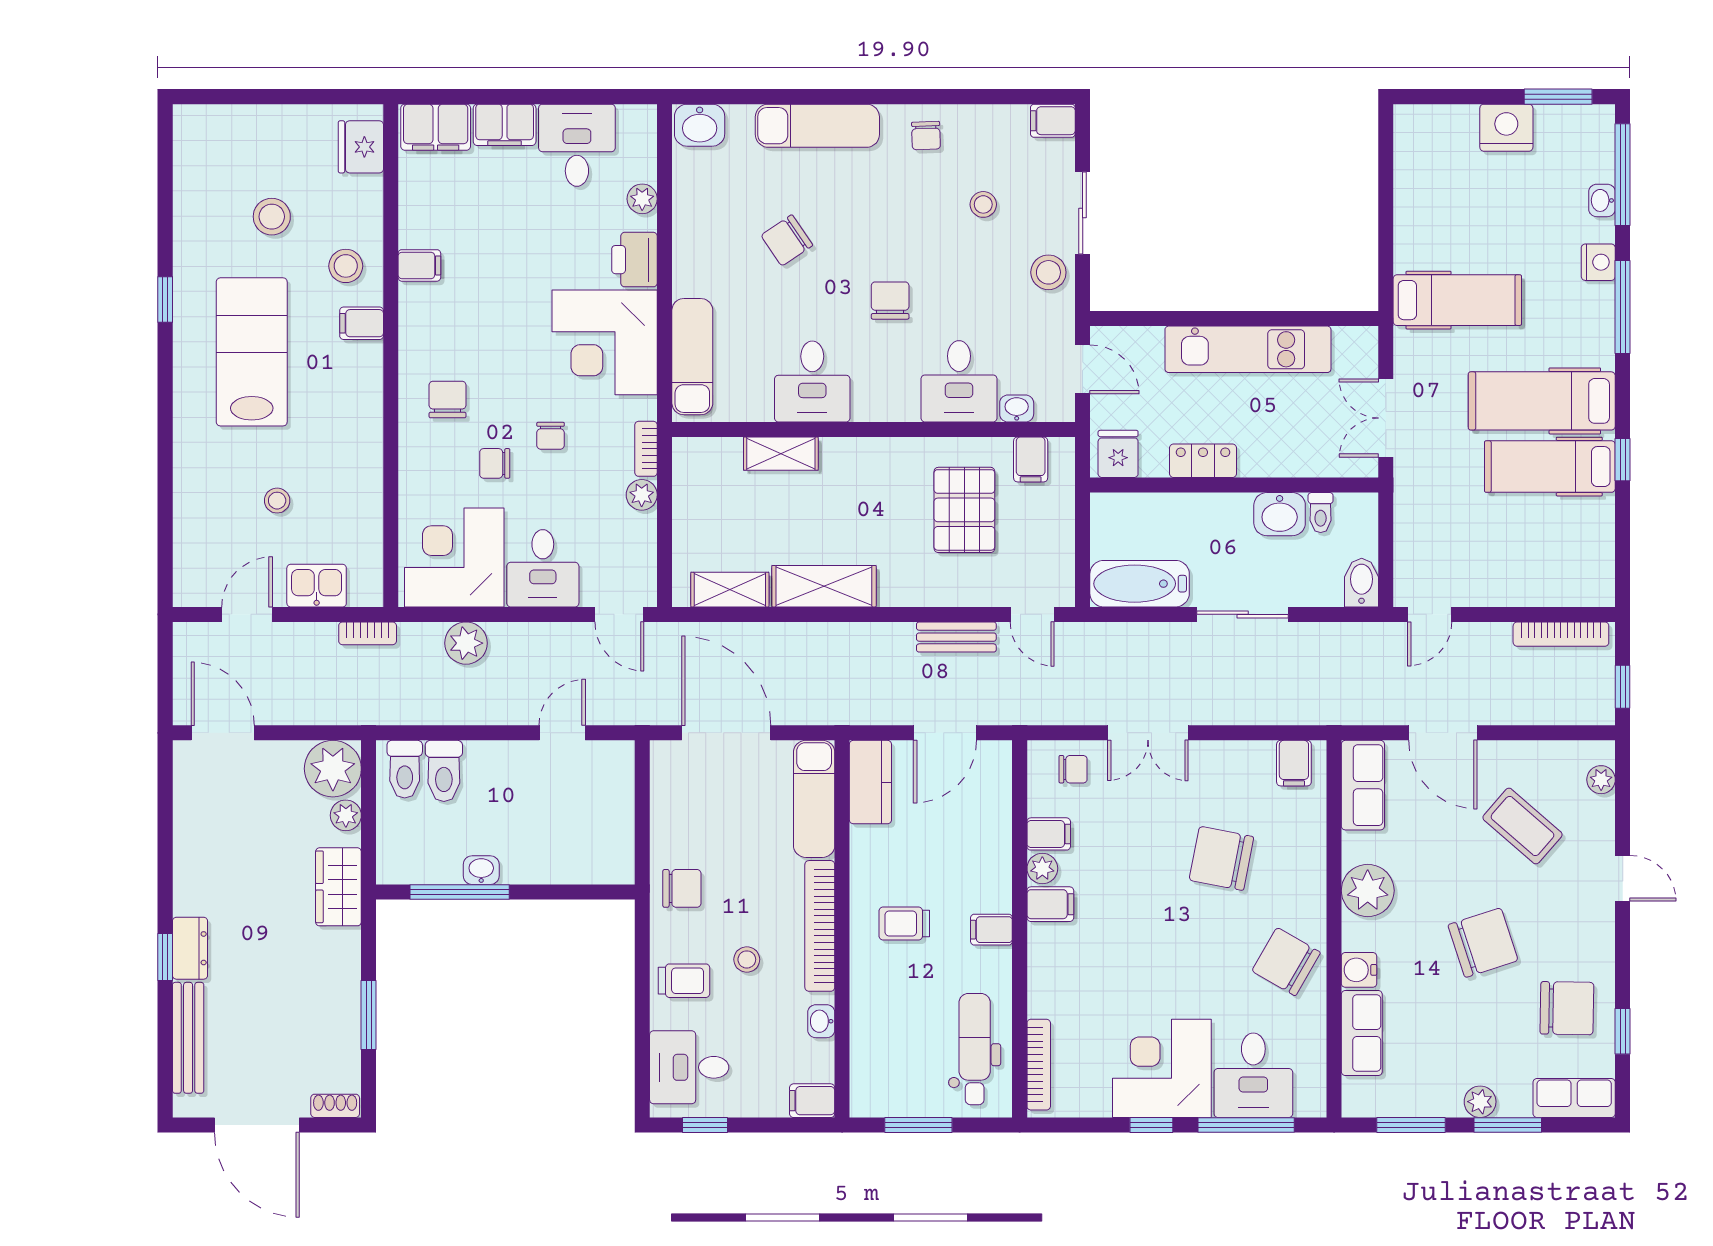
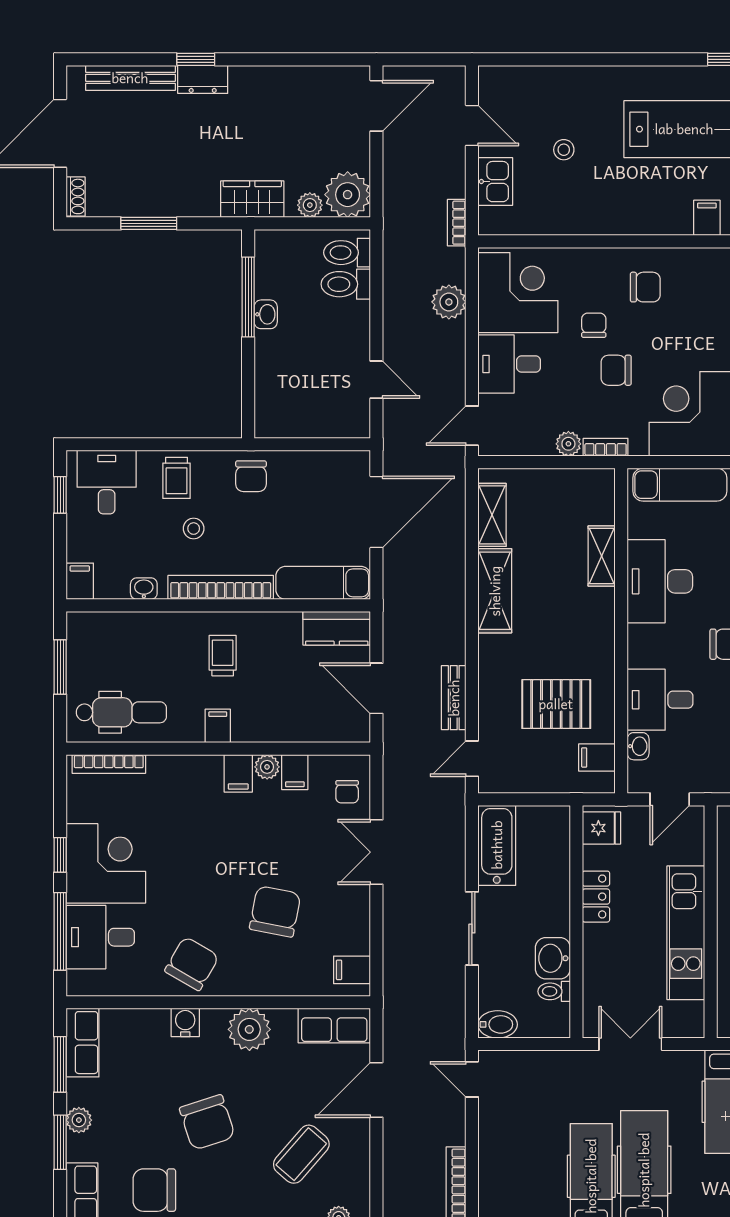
desk: (812, 382) -> (660, 581), width x1.37
chair: (551, 436) -> (616, 370), width x1.37, depth x1.37
chair: (1567, 1008) -> (154, 1190), turned 89
row of seats: (1362, 1033) -> (83, 1043), moved, turned -90

